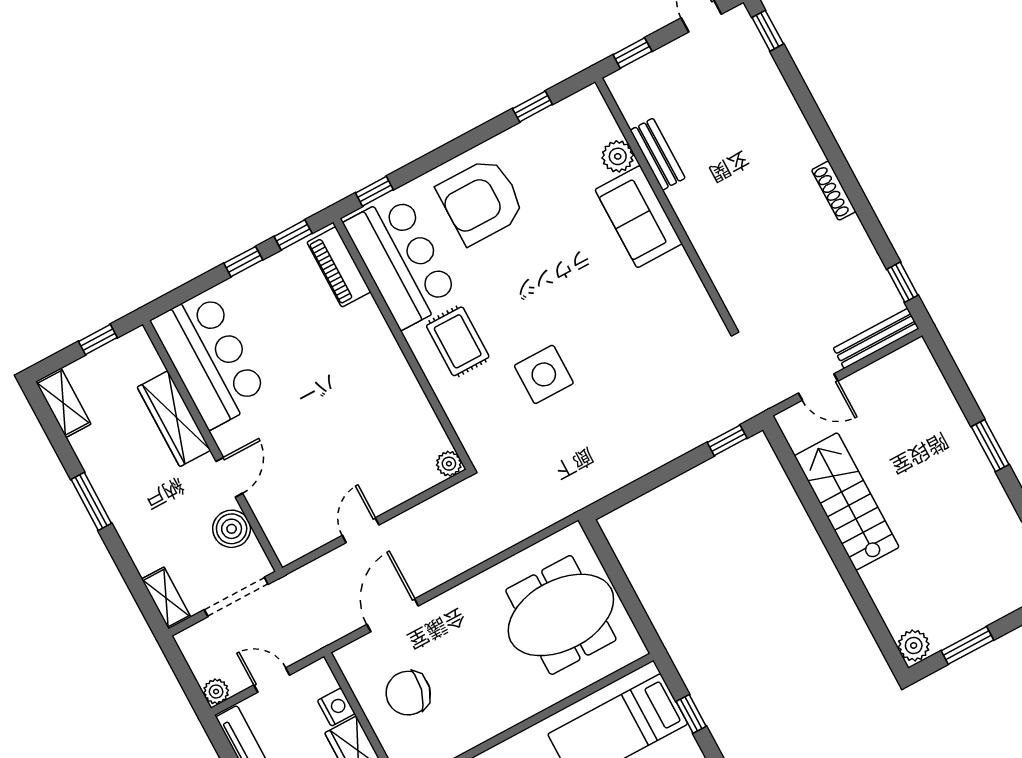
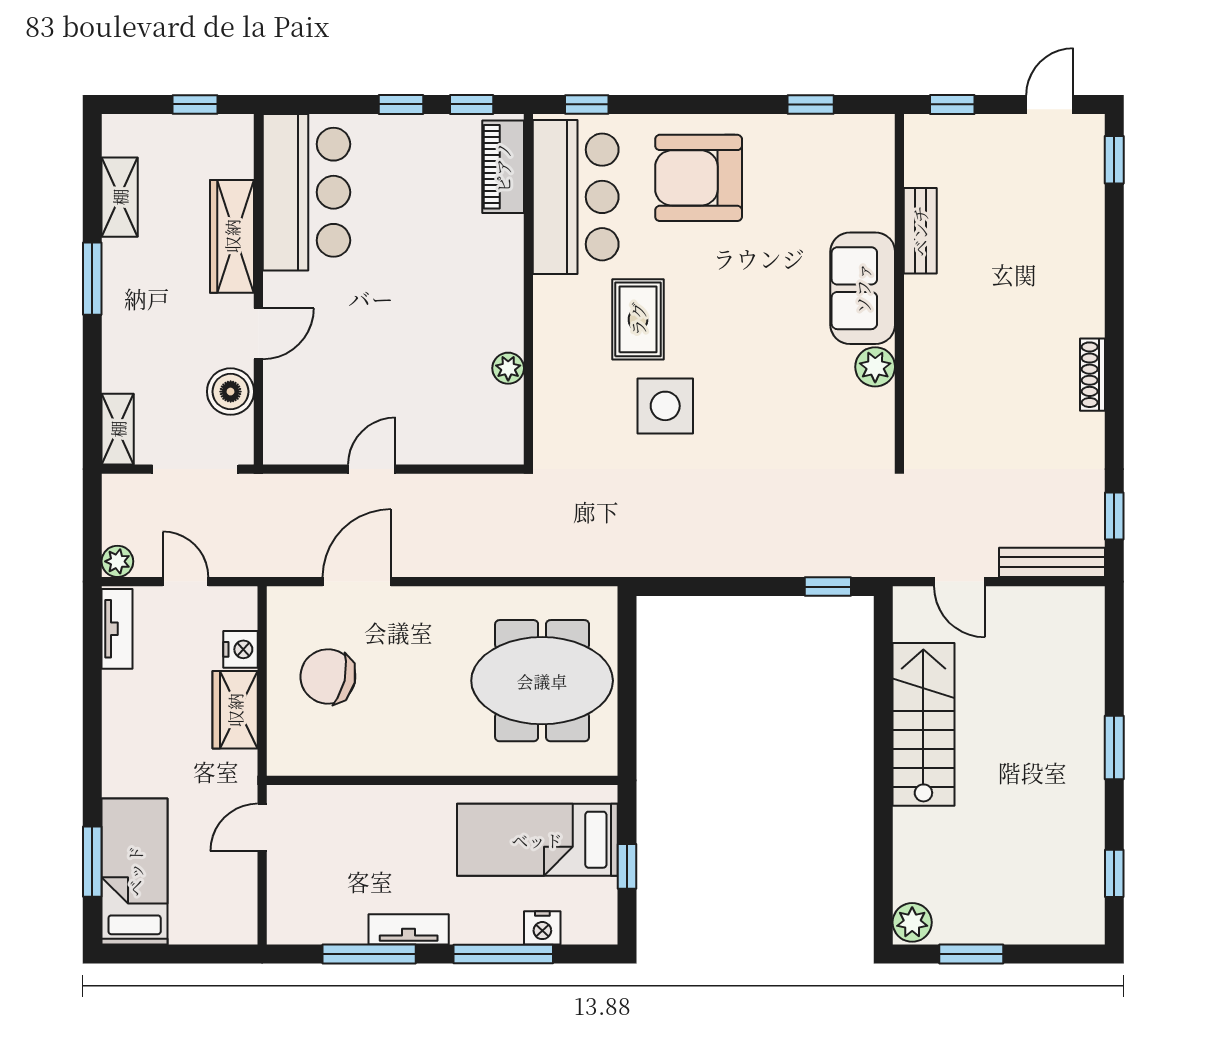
plant: (618, 156) -> (875, 367), moved
rug: (458, 341) -> (638, 319), moved
shelving: (63, 403) -> (120, 197), moved
plant: (449, 464) -> (508, 368), moved

